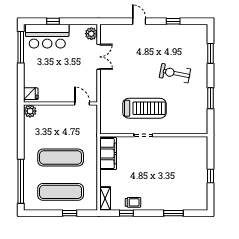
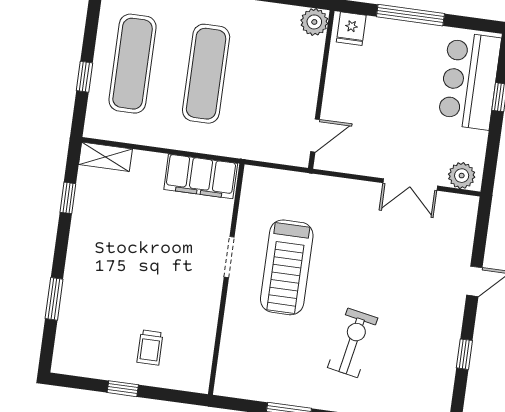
window: (21, 47) -> (410, 15), moved
trolley: (133, 202) -> (150, 347), moved

